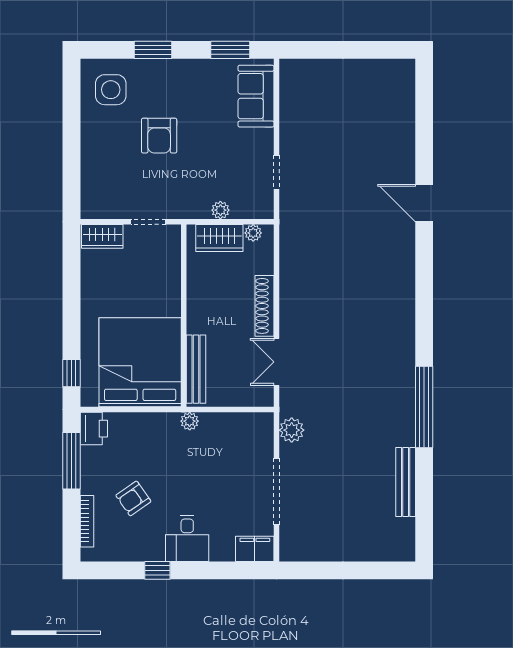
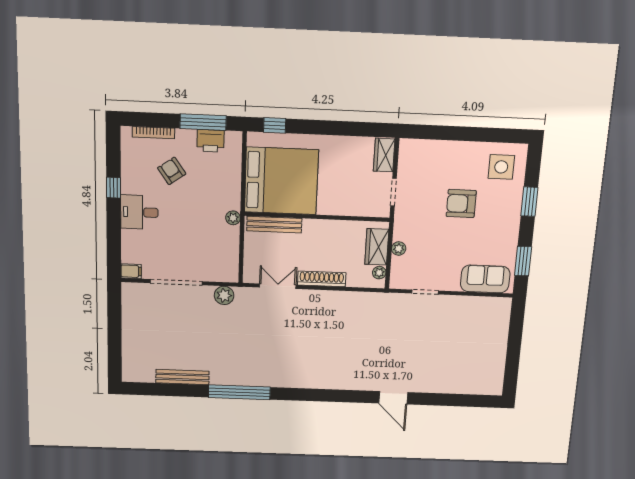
door: (424, 203) -> (393, 398), swing flipped
printer: (94, 429) -> (210, 141), moved
filing cabinet: (255, 549) -> (131, 271), width x0.50

